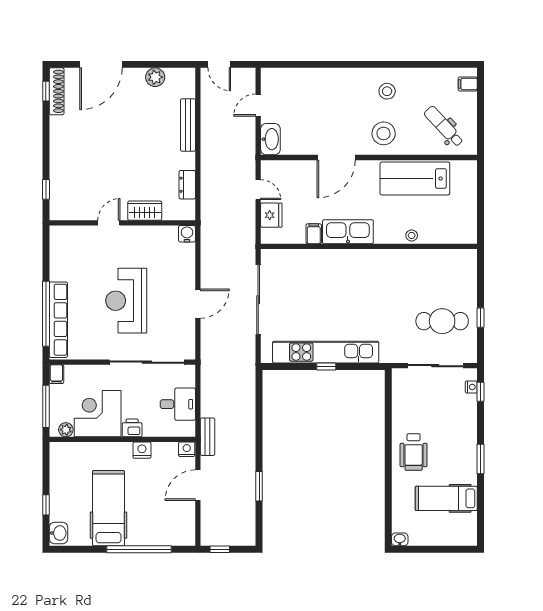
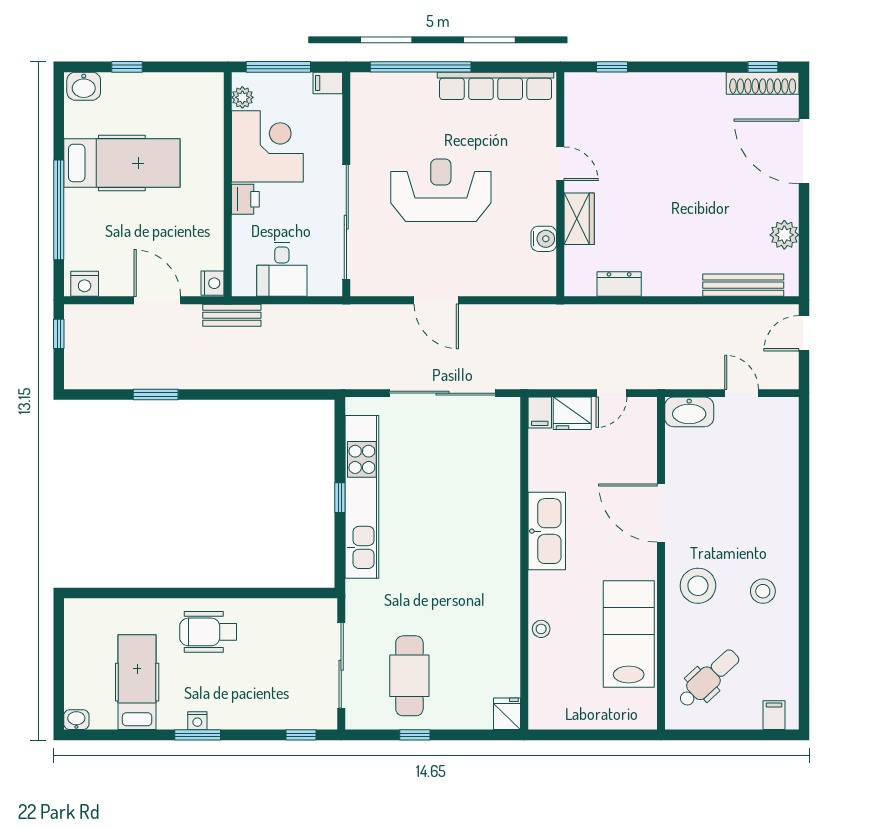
bench: (188, 125) -> (743, 285), moved
water cooler: (187, 234) -> (544, 239), moved
filing cabinet: (314, 234) -> (540, 413), moved, turned 90
fridge: (467, 258) -> (507, 714), added
row of seats: (58, 320) -> (496, 86), moved
nightstand: (471, 387) -> (197, 721), moved
nightstand: (142, 450) -> (85, 284), moved, turned 90
washbasin: (400, 539) -> (76, 720), moved, turned -90

